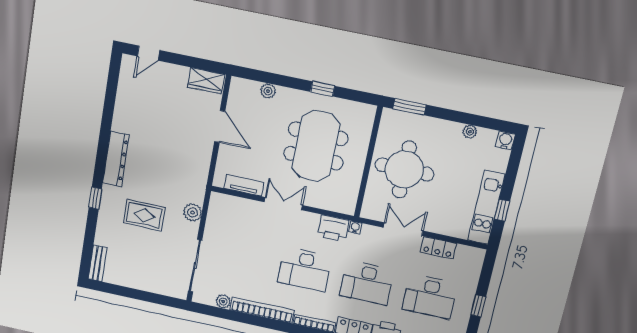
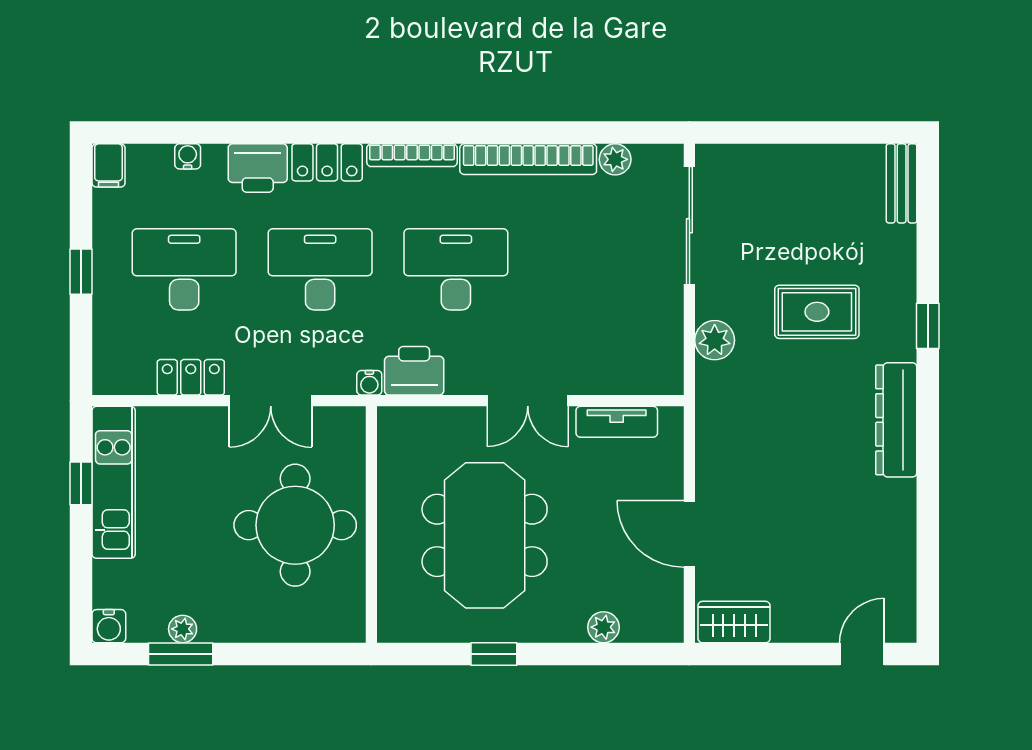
window: (409, 107) -> (181, 654), moved

